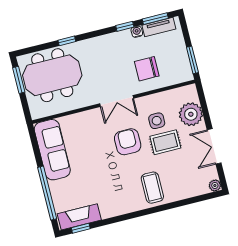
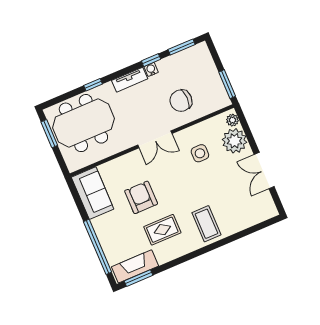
tv unit: (159, 27) -> (130, 80), moved
water cooler: (137, 32) -> (151, 69), moved
armchair: (128, 142) -> (141, 197), moved
rug: (165, 142) -> (162, 230), moved
sofa: (52, 150) -> (93, 193), width x0.73
plant: (215, 185) -> (232, 120), moved
window: (81, 228) -> (138, 278), width x1.50

